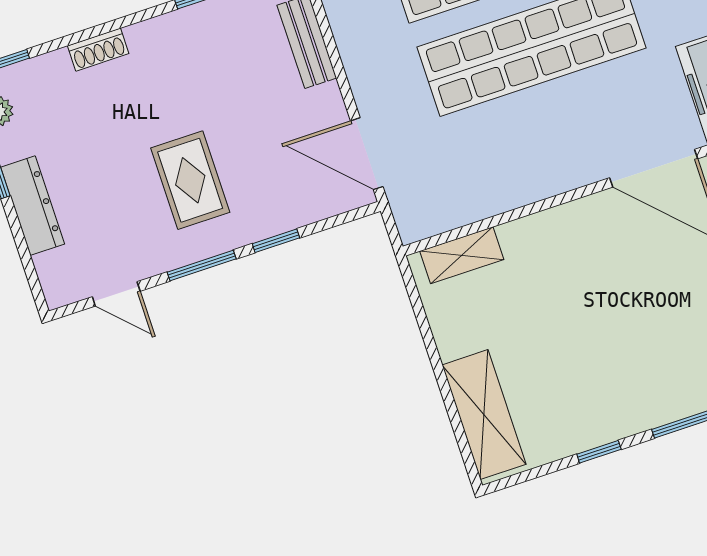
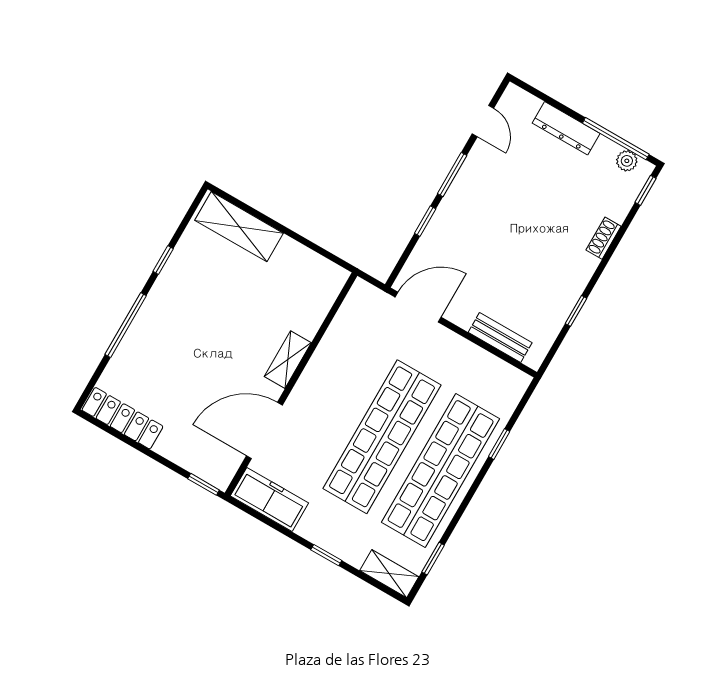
rug: (190, 180) -> (497, 213), removed
shelving: (462, 255) -> (288, 360), moved
door: (116, 294) -> (483, 121), swing flipped

